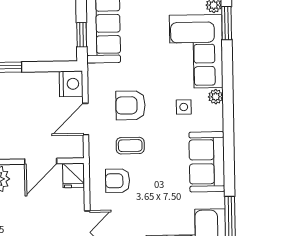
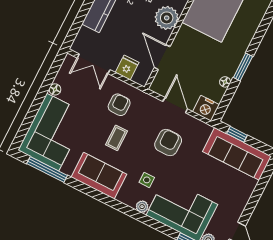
floor lamp: (31, 78) -> (225, 82), added
coffee table: (130, 146) -> (117, 138), moved
fridge: (73, 175) -> (127, 68), moved, turned 90

